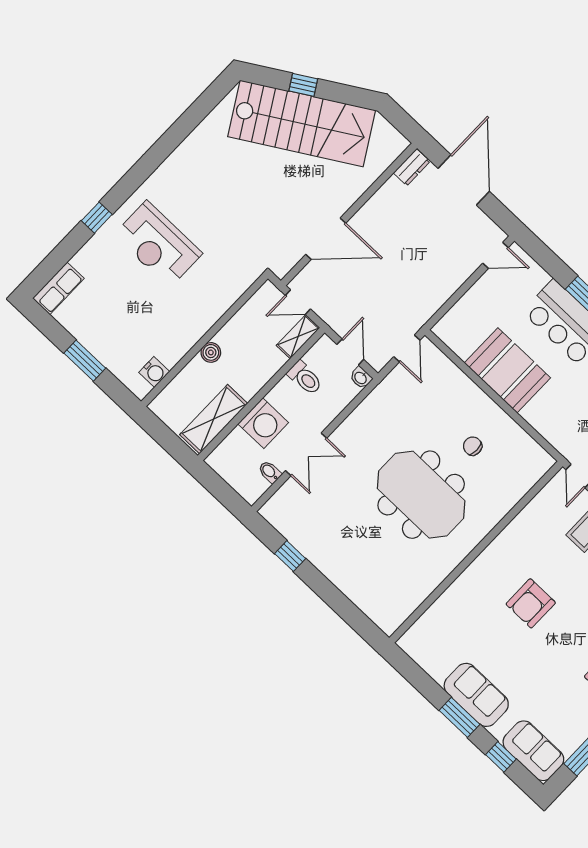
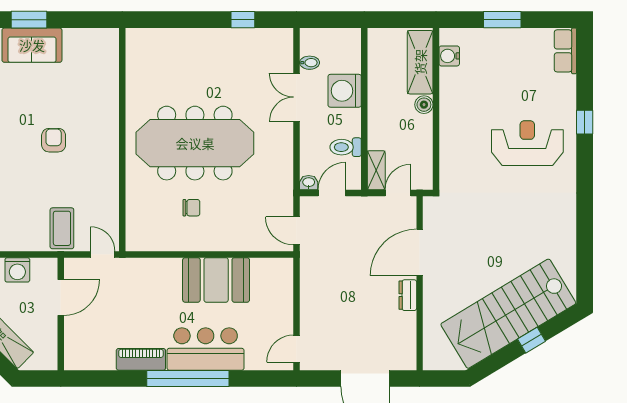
dresser: (412, 167) -> (408, 295), moved
door: (350, 352) -> (332, 193), swing flipped
shelving: (214, 419) -> (420, 62), moved
meeting table: (421, 495) -> (195, 143), width x1.36
armchair: (531, 603) -> (54, 140), width x0.72, depth x0.72

